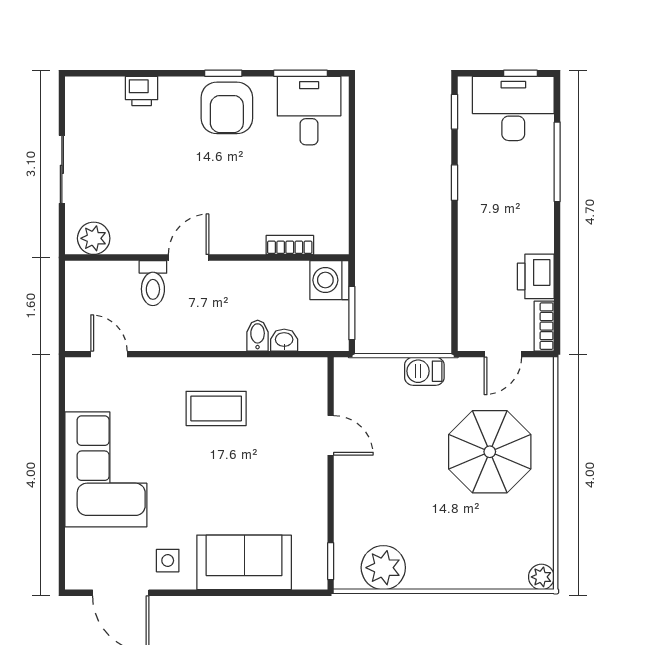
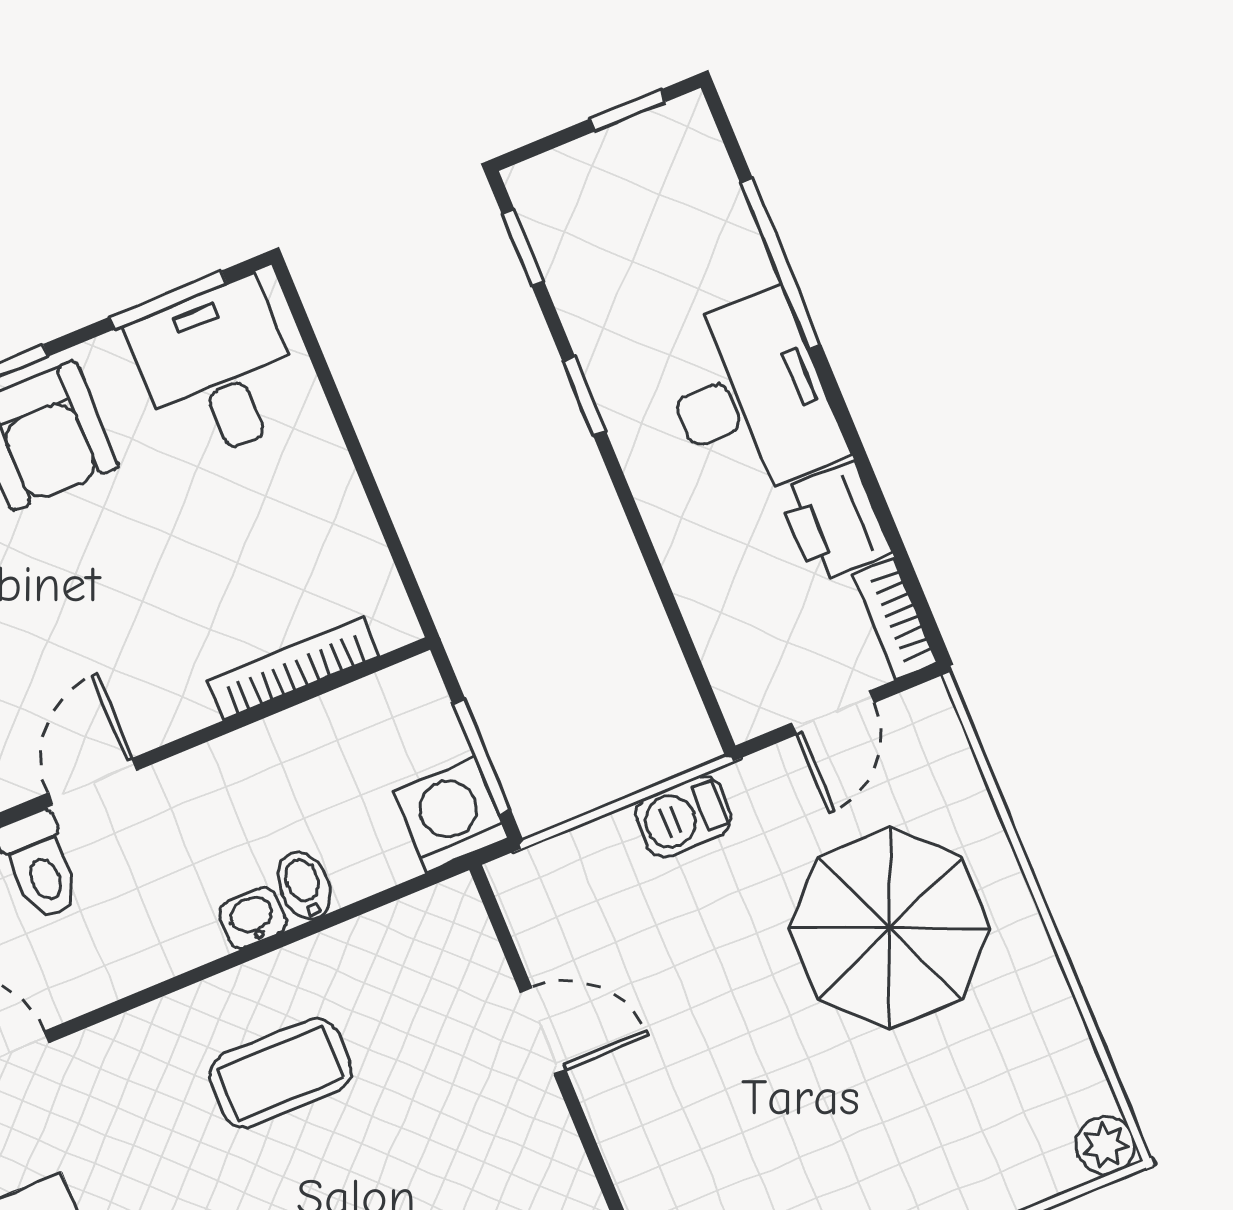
desk: (513, 108) -> (750, 397), moved, turned 90
bookcase: (290, 245) -> (293, 668), width x1.56
washing machine: (329, 280) -> (451, 815), moved, turned 90
washbasin: (284, 340) -> (253, 918), moved

